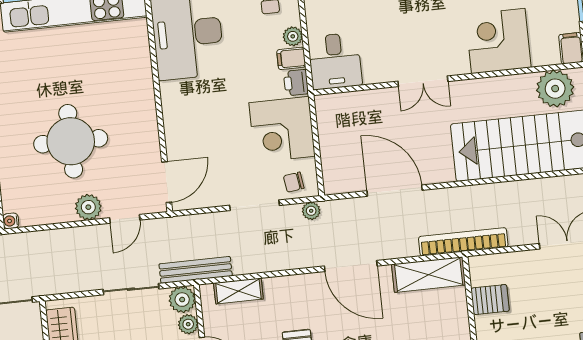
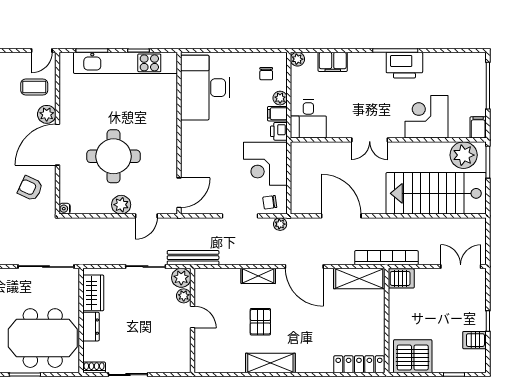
shelving: (238, 291) -> (258, 276), moved
server rack: (490, 300) -> (401, 278), moved

